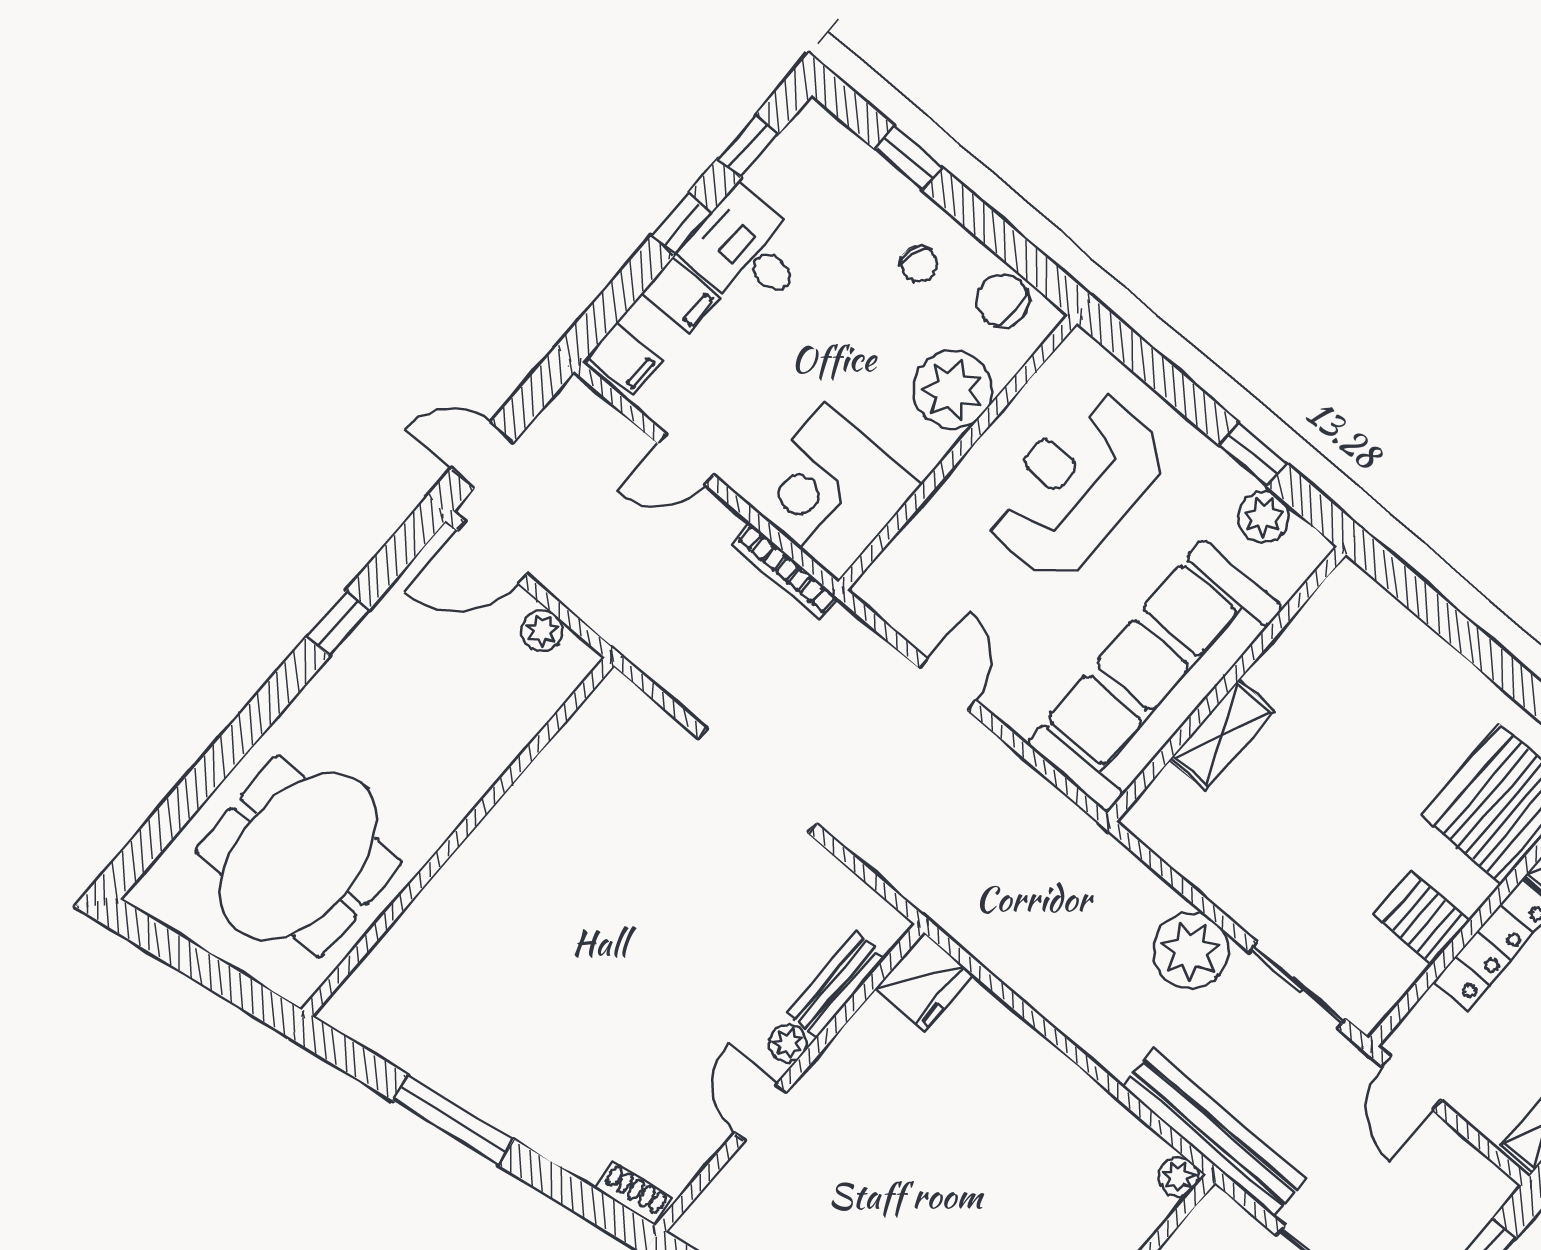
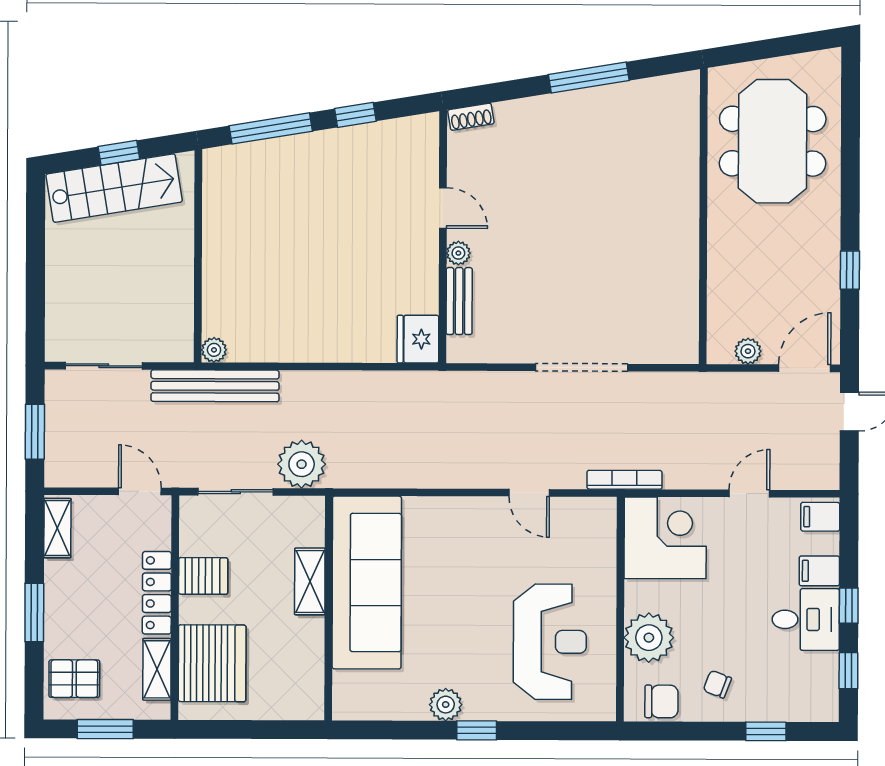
bookcase: (785, 572) -> (624, 480), moved
sofa: (1155, 676) -> (367, 582), moved
wall: (1227, 684) -> (329, 608), moved
shelving: (1222, 735) -> (310, 581), moved

